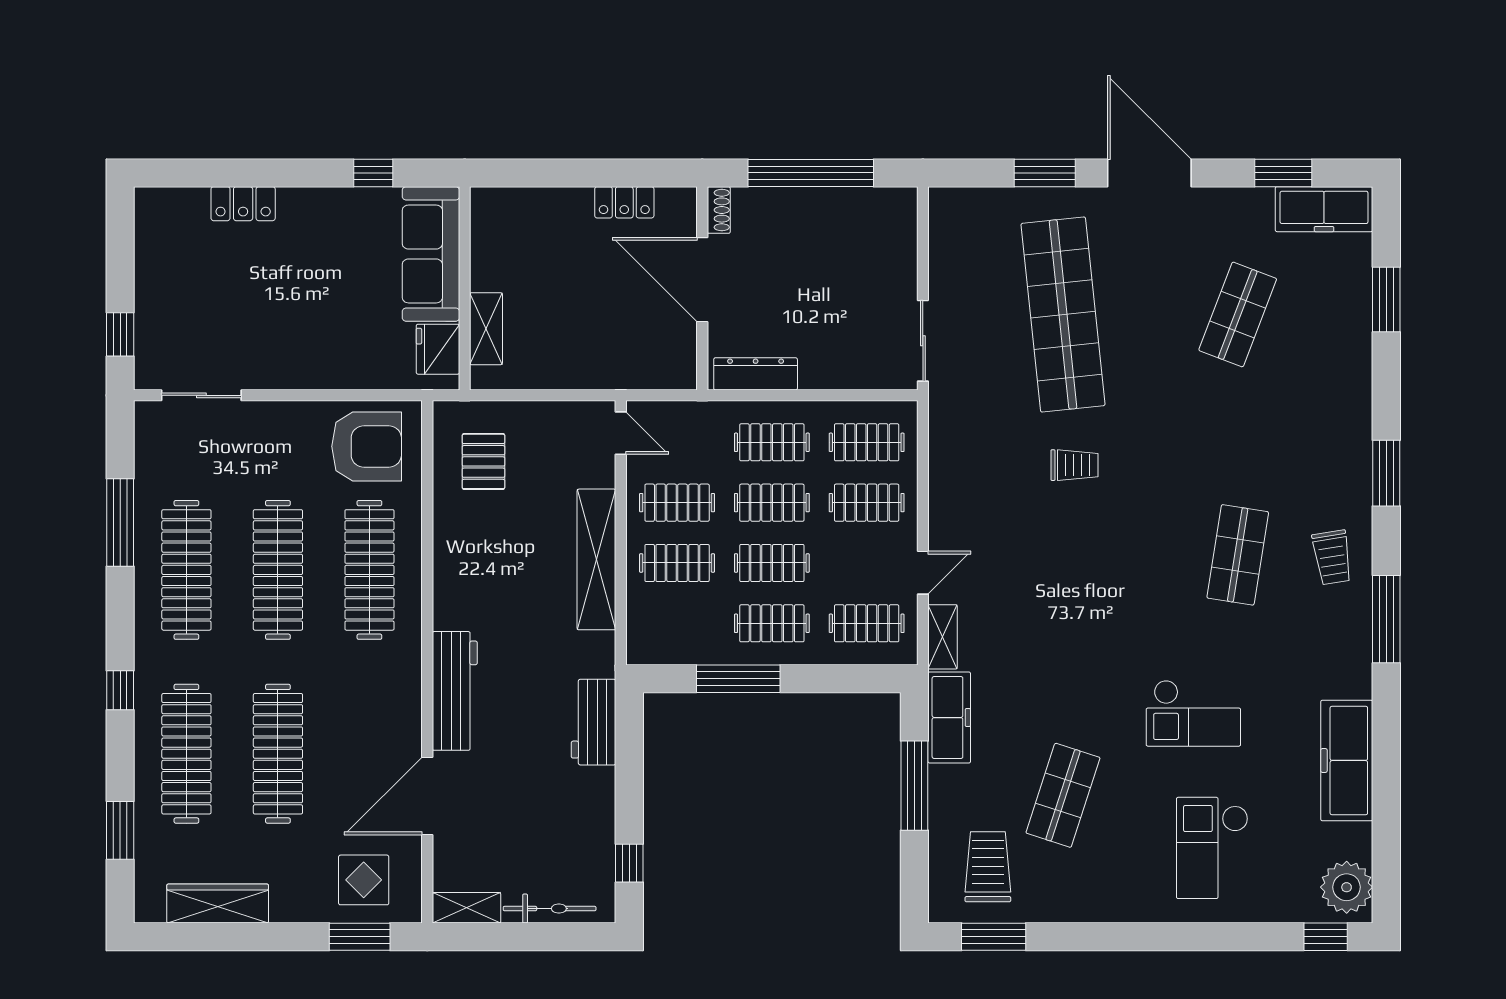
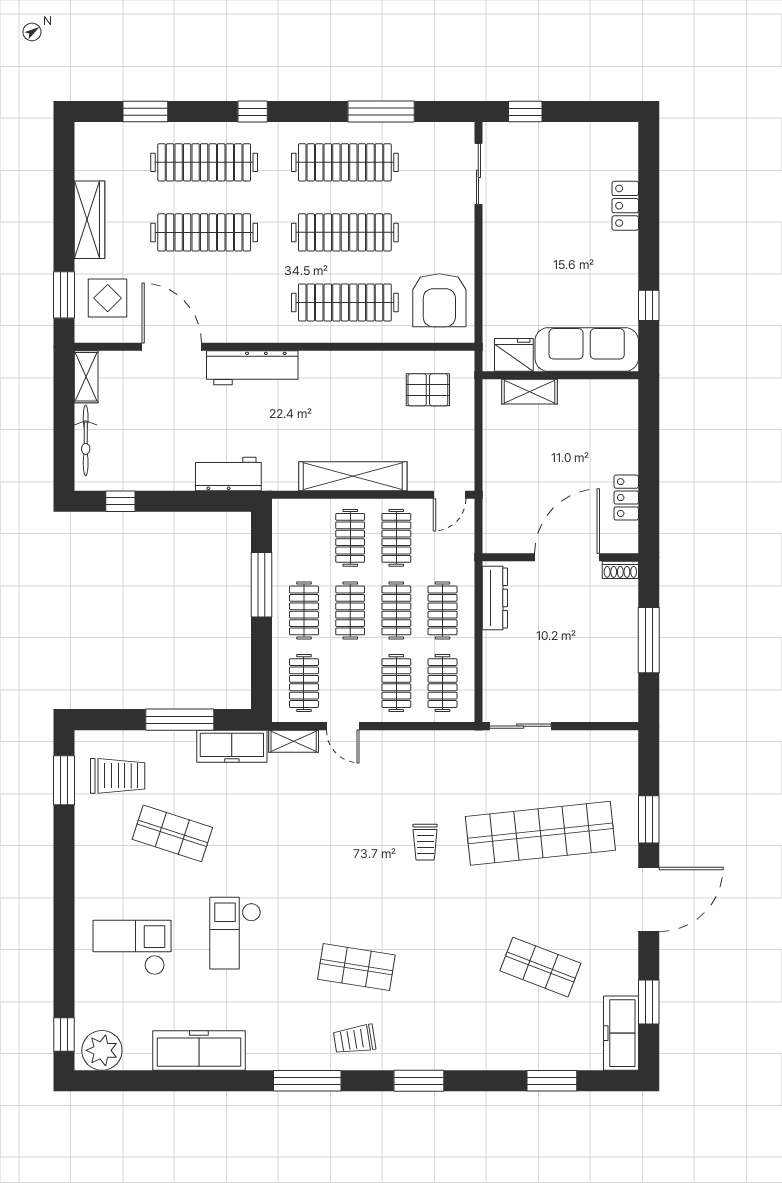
window: (811, 173) -> (649, 640), width x0.68
wardrobe: (218, 904) -> (89, 220), moved

